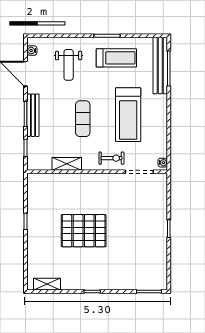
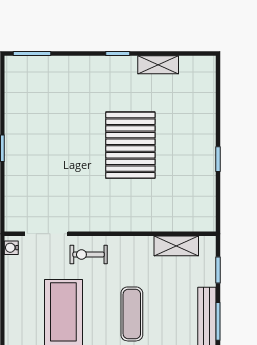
shelving: (67, 164) -> (176, 246), moved
pallet: (84, 231) -> (130, 145), turned 90
shelving: (47, 284) -> (158, 65), moved

